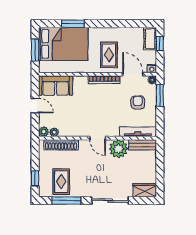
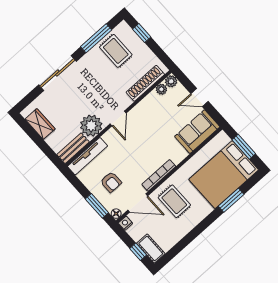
door: (98, 138) -> (118, 118), swing flipped
wardrobe: (145, 190) -> (40, 124), moved, turned -90

